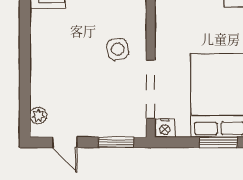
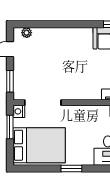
side table: (118, 49) -> (68, 82), removed
window: (218, 142) -> (10, 127), moved

